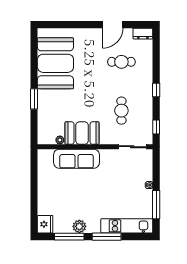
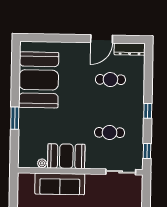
dresser: (143, 34) -> (130, 49), width x1.44
cafe table: (121, 111) -> (110, 132), turned 90

